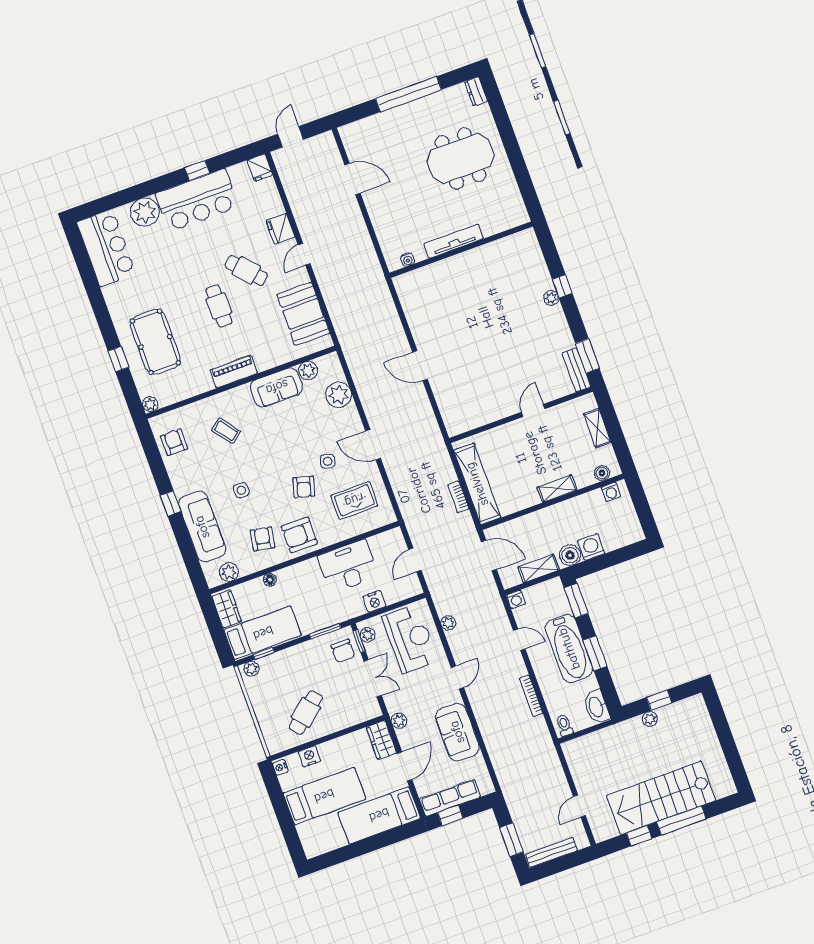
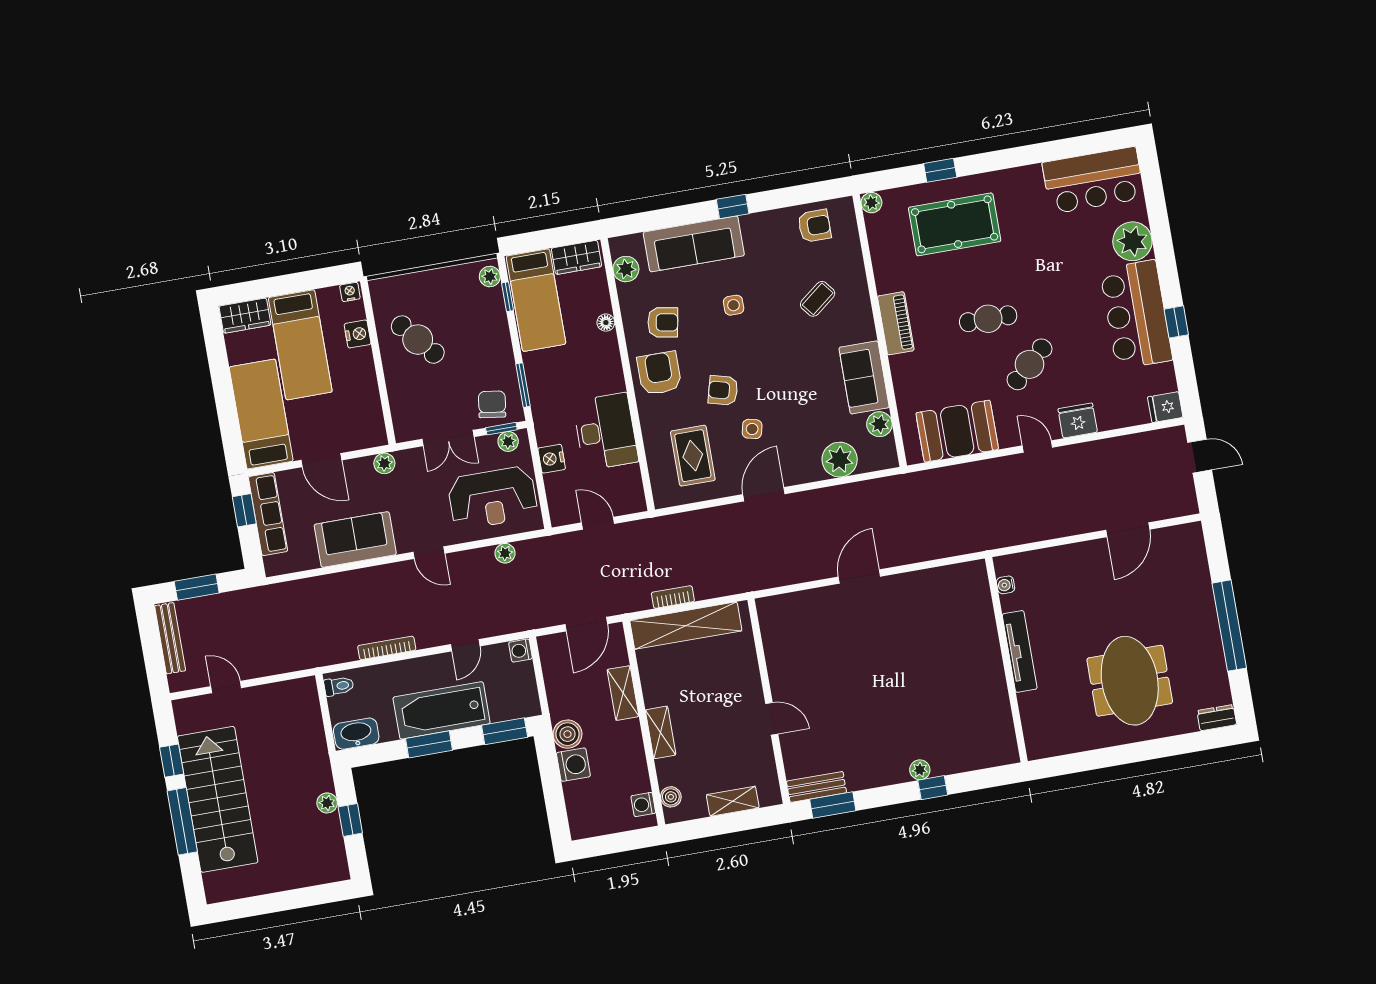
shelving: (539, 568) -> (623, 693), moved
chair: (343, 651) -> (492, 404), turned 98
wardrobe: (381, 740) -> (245, 316), moved, turned 180

